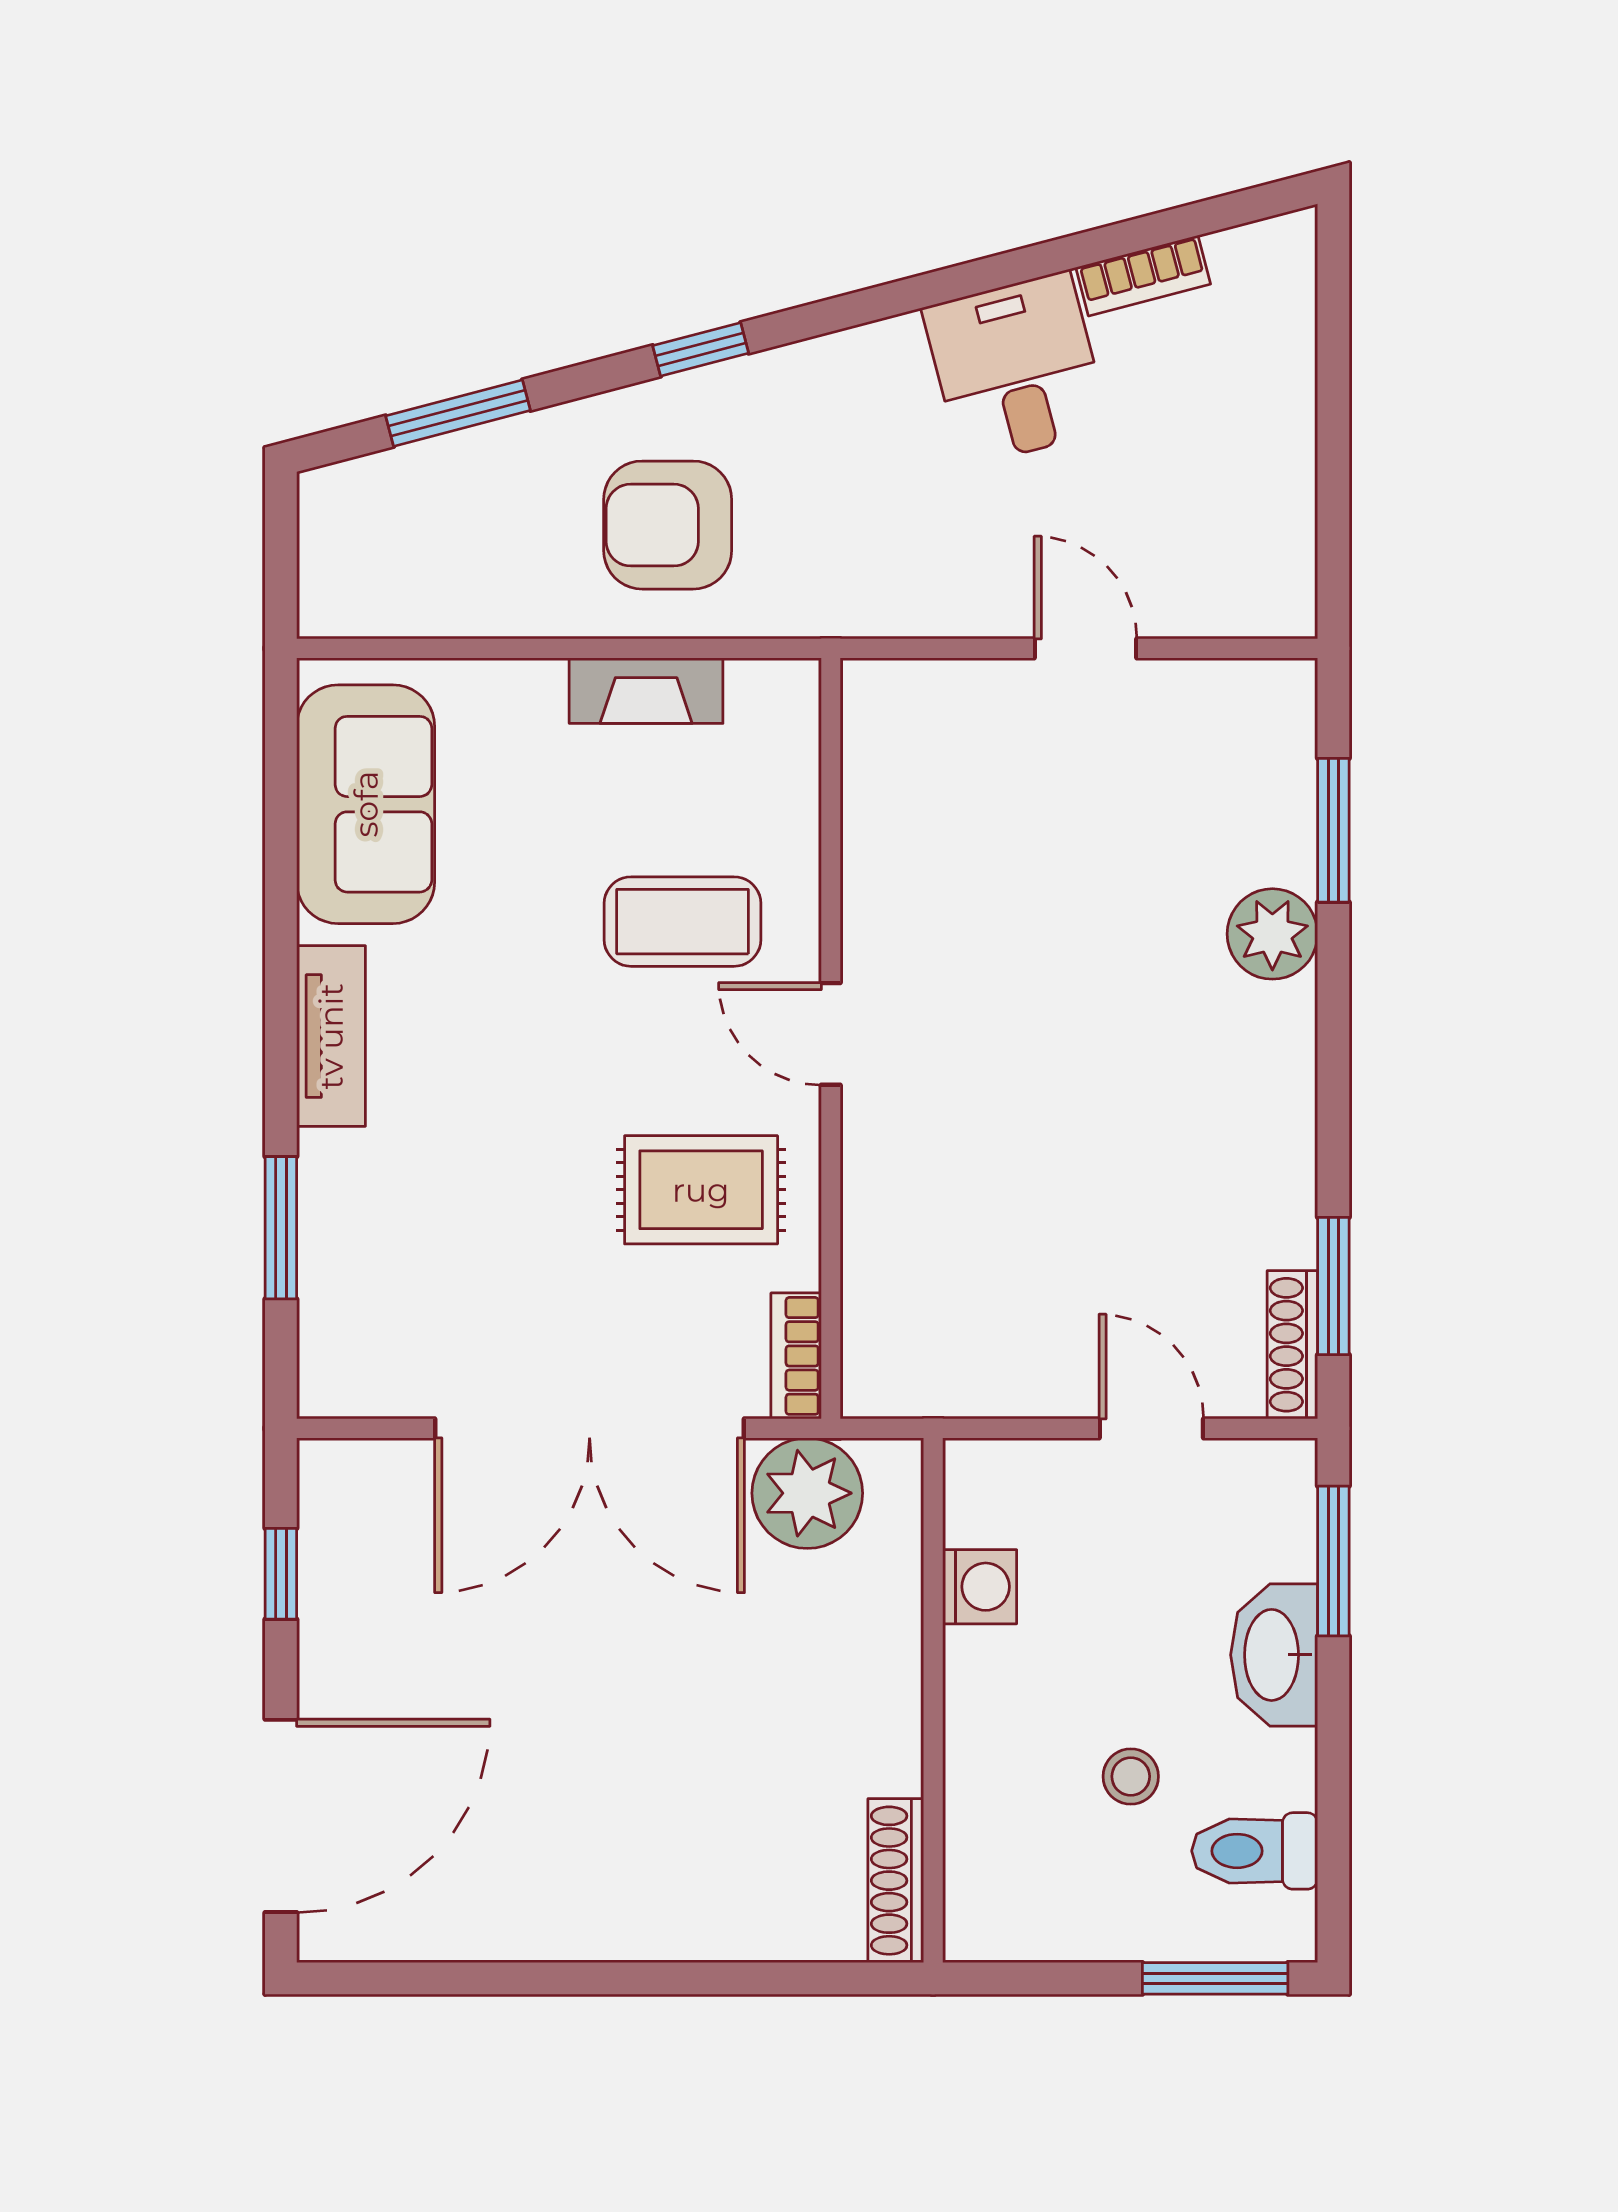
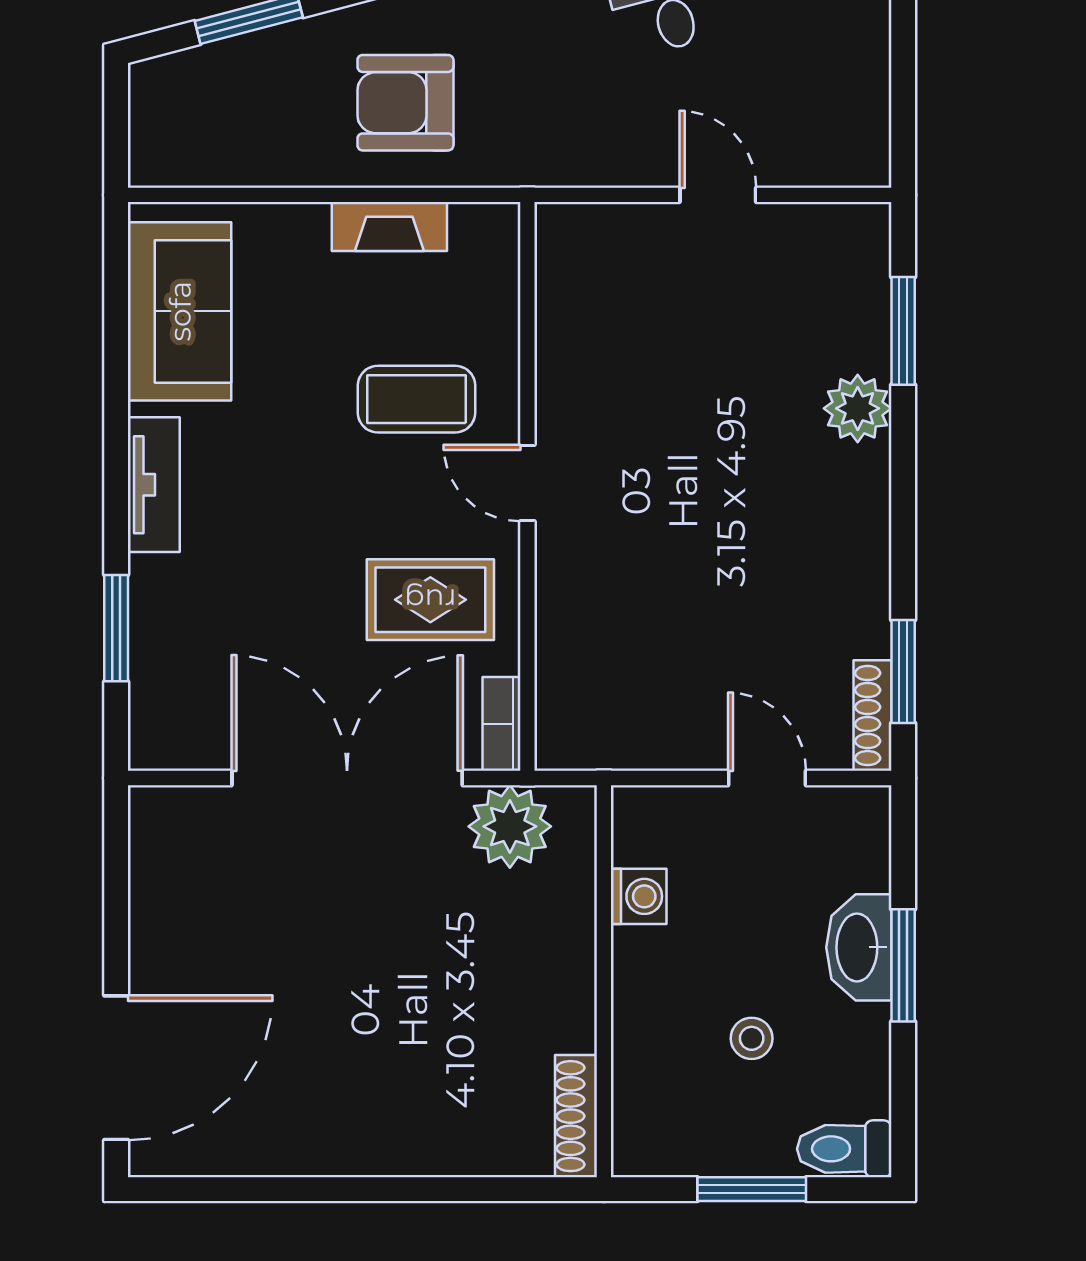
double door: (590, 1428) -> (347, 778), swing flipped
window: (1333, 1561) -> (903, 965), moved
window: (281, 1574) -> (116, 887), removed
toilet: (1255, 1851) -> (844, 1149), moved
window: (1215, 1978) -> (752, 1189), moved

